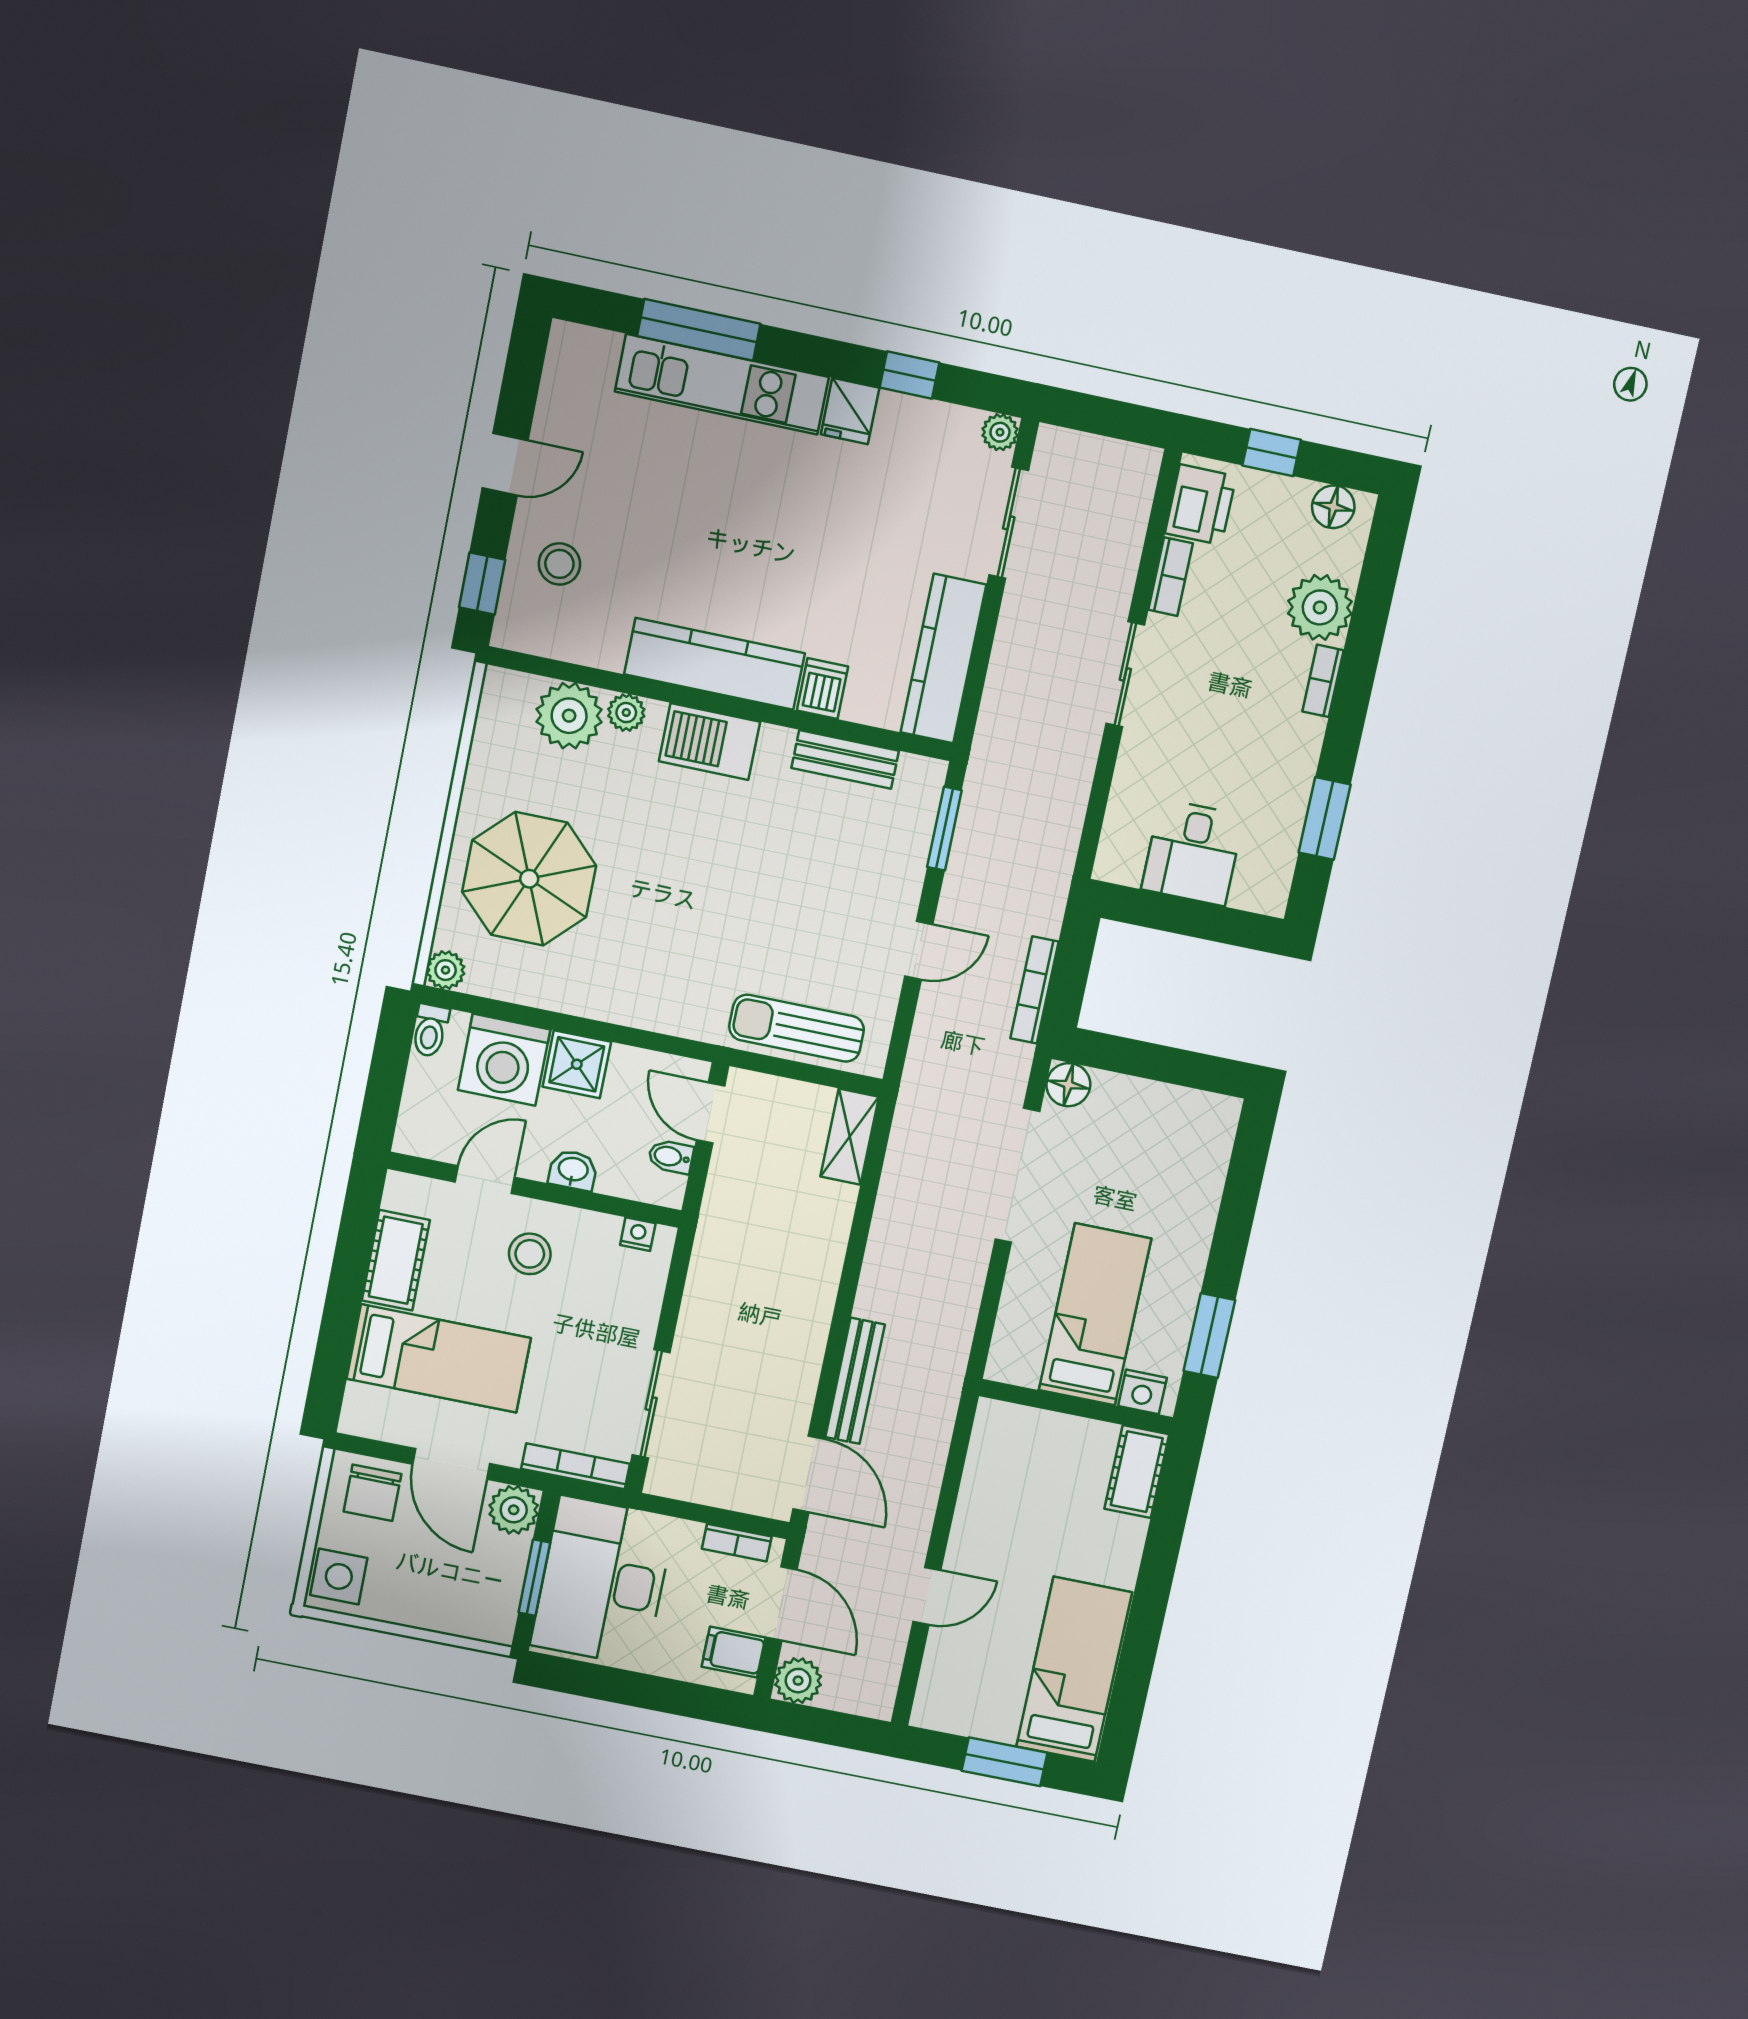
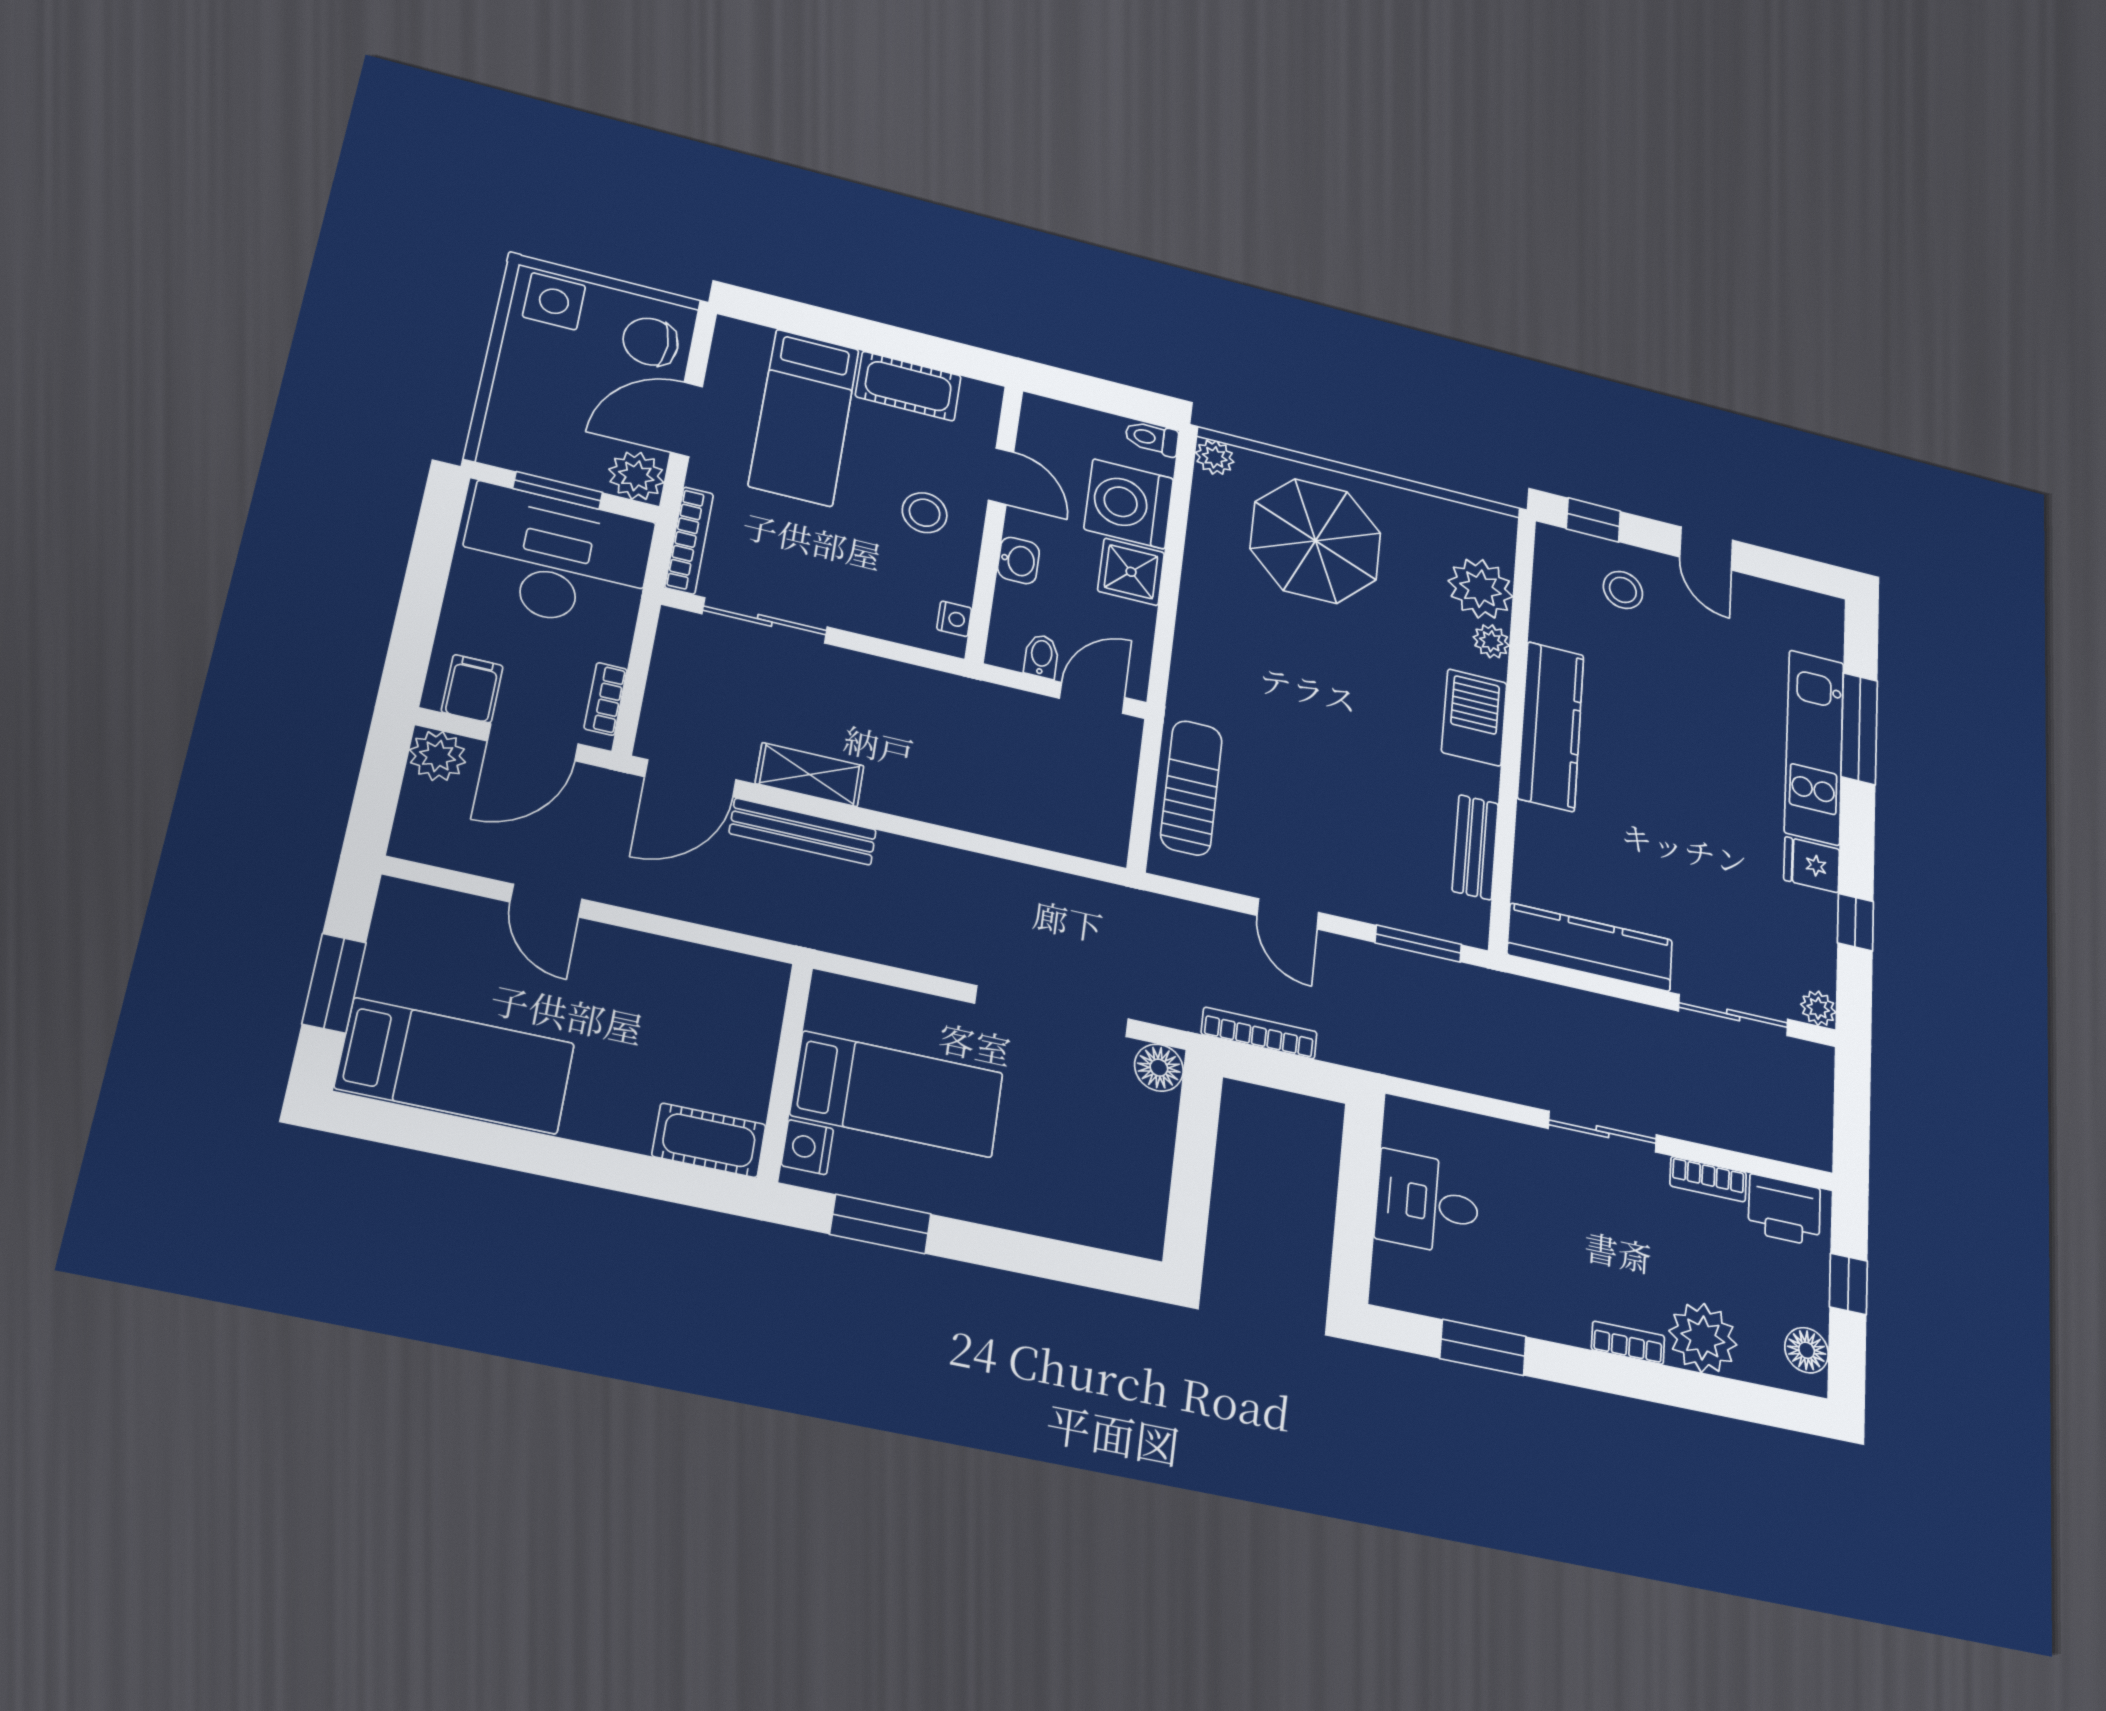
dishwasher: (822, 688) -> (1542, 828), removed
shelving: (850, 1137) -> (810, 775), moved

